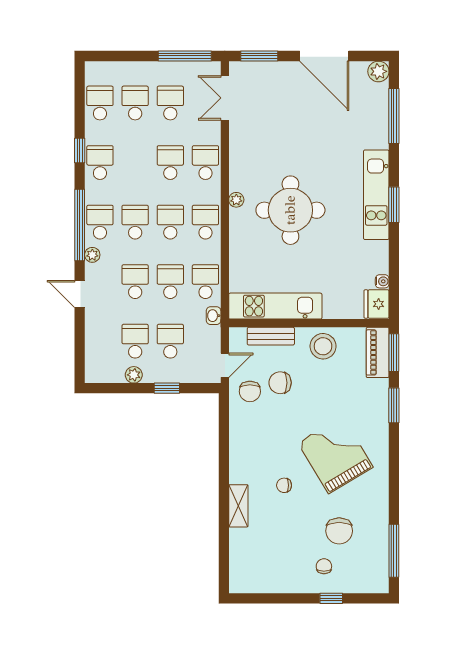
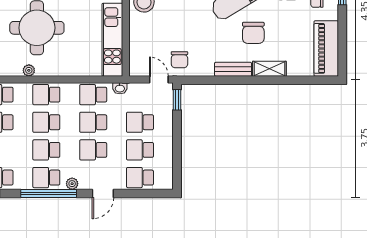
bench: (271, 336) -> (233, 69), moved, turned 90
school desk: (100, 341) -> (140, 178), added
plant: (134, 375) -> (166, 151), removed
chair: (280, 383) -> (173, 36), removed
window: (167, 388) -> (177, 100), moved
chair: (250, 391) -> (179, 60), turned 90
chair: (284, 485) -> (253, 33), width x1.87, depth x1.87
piano: (264, 578) -> (326, 48), added

